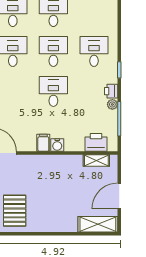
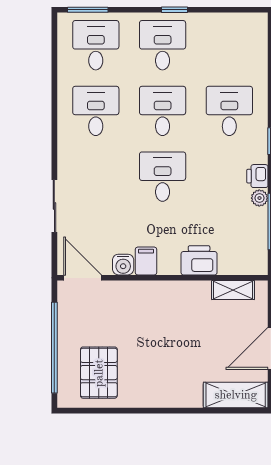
printer: (96, 142) -> (199, 260), moved
water cooler: (57, 145) -> (123, 265), moved

